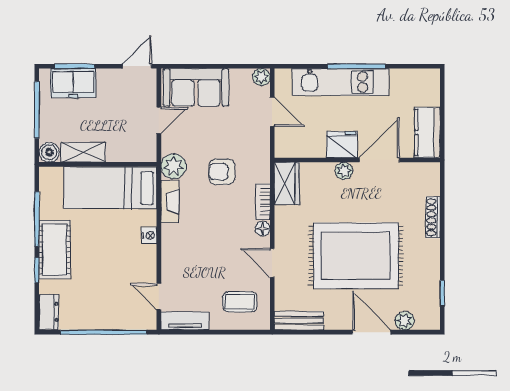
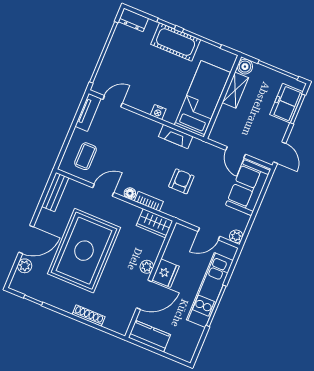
door: (379, 160) -> (144, 295), hinge flipped
plant: (174, 166) -> (199, 149), removed

